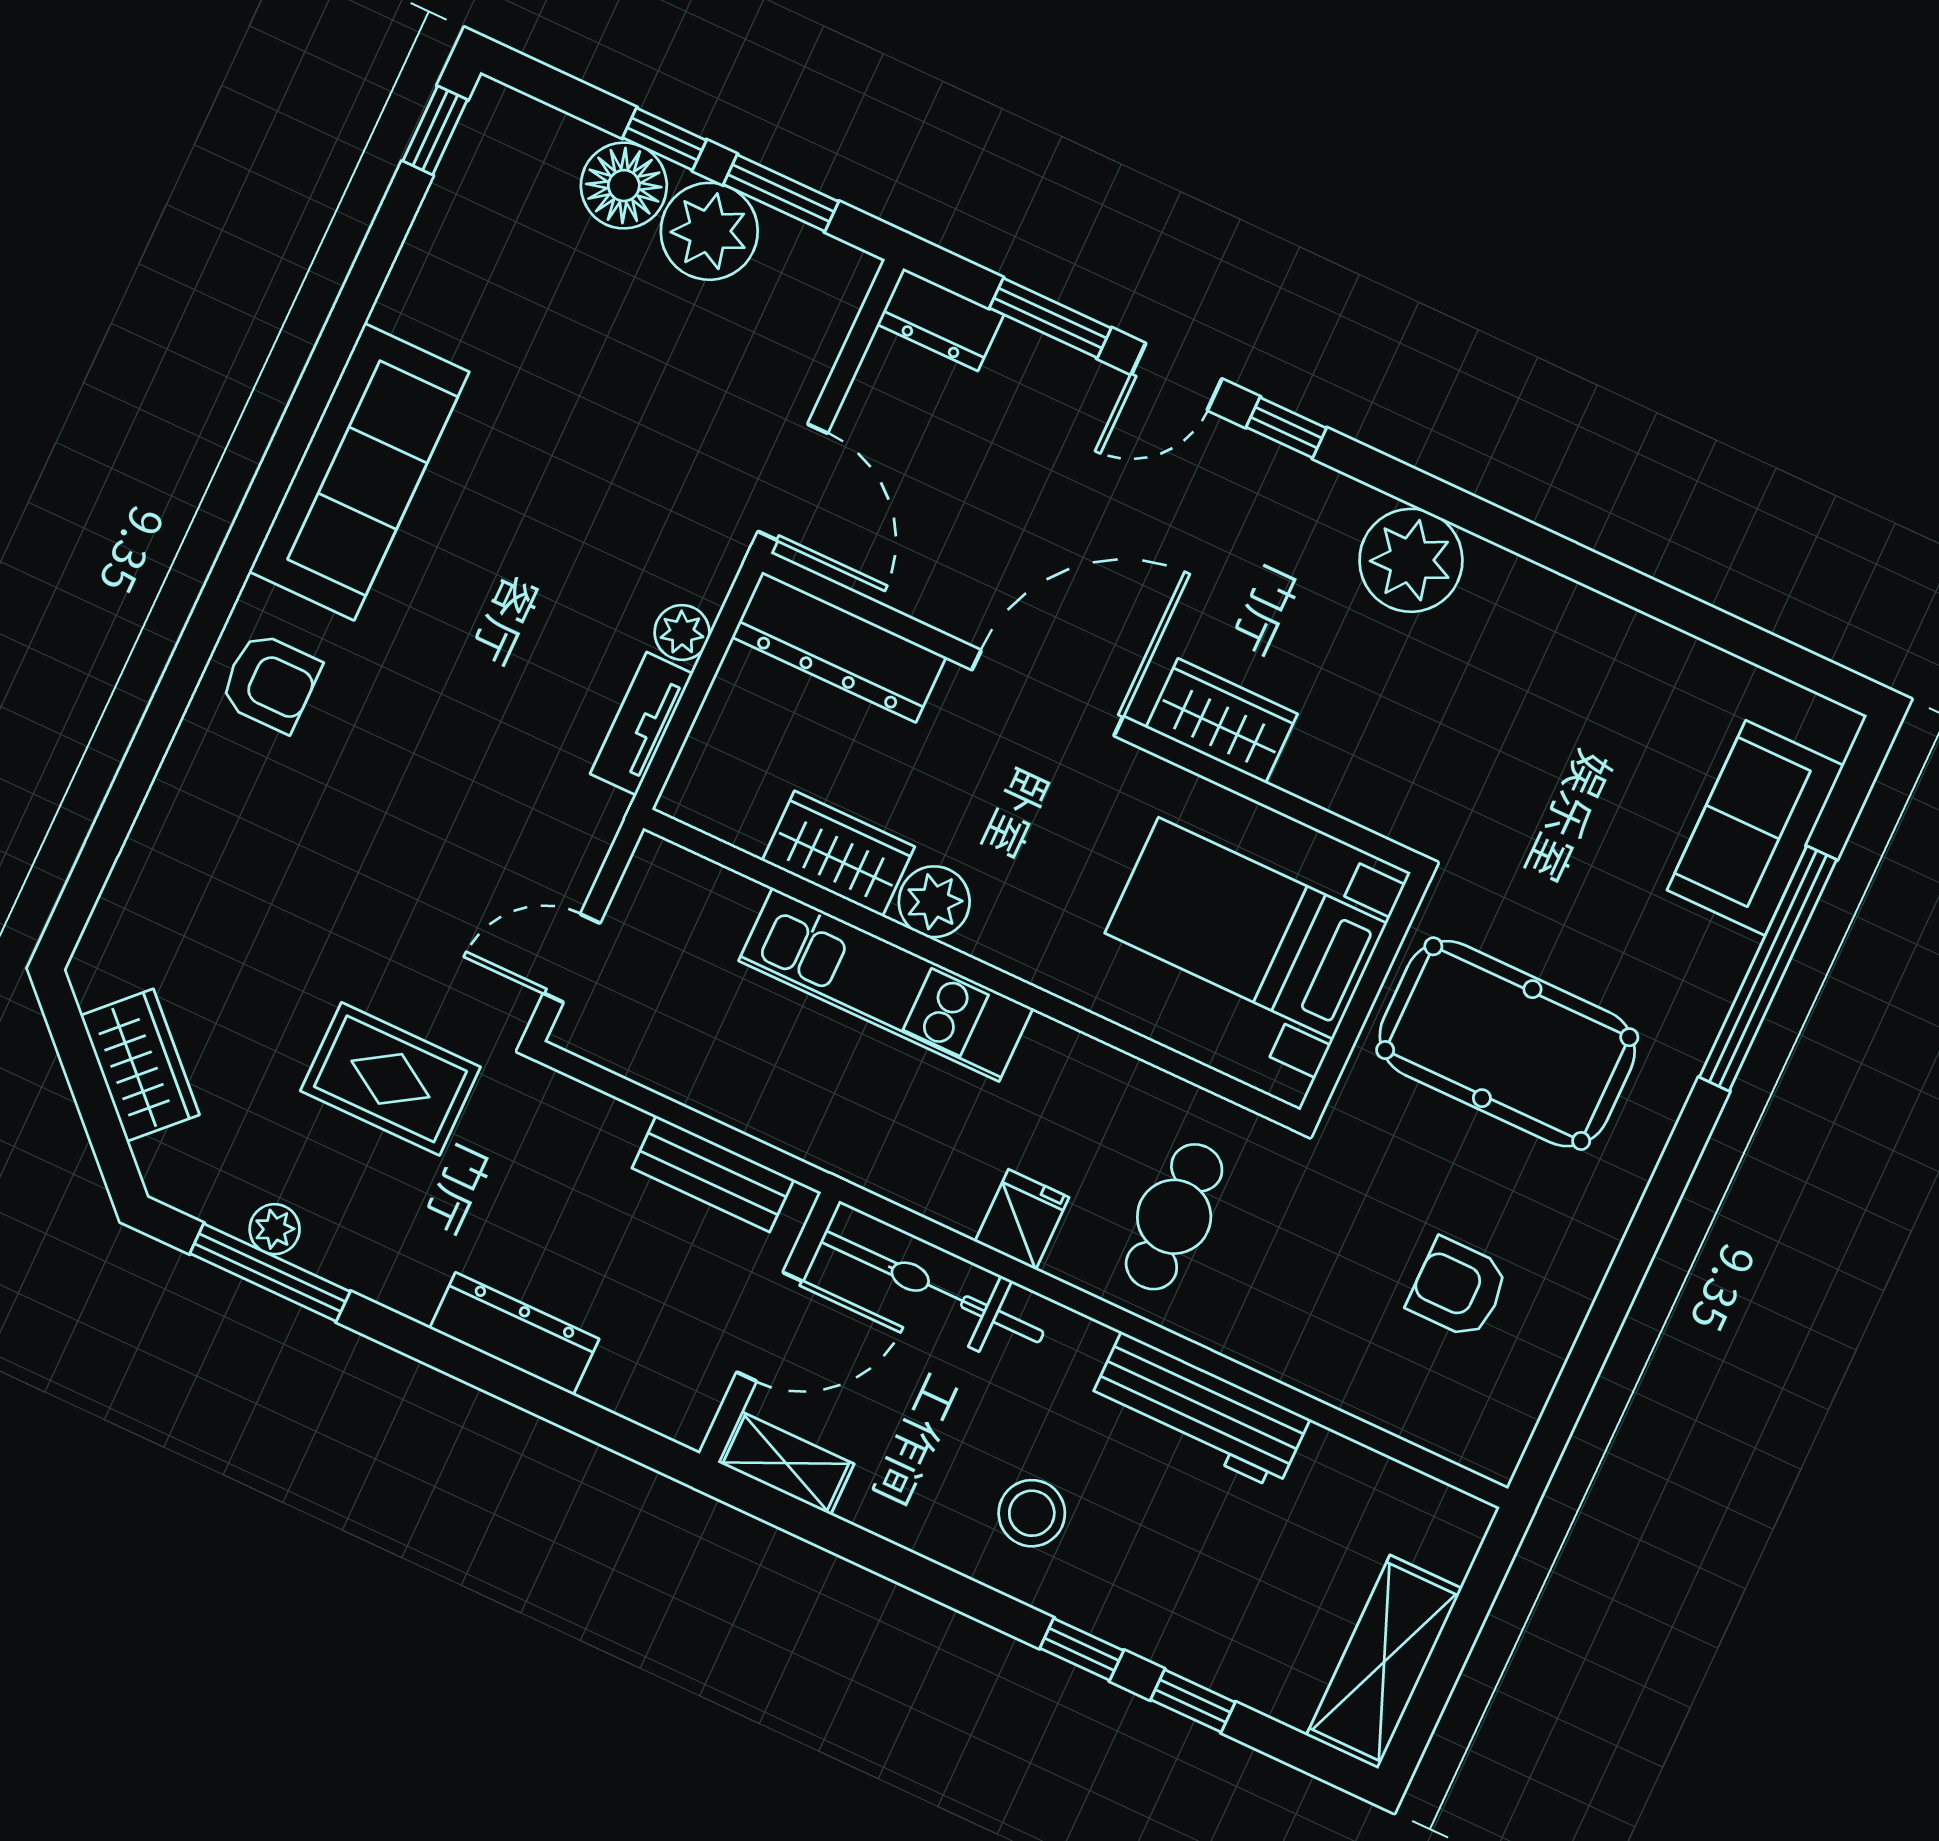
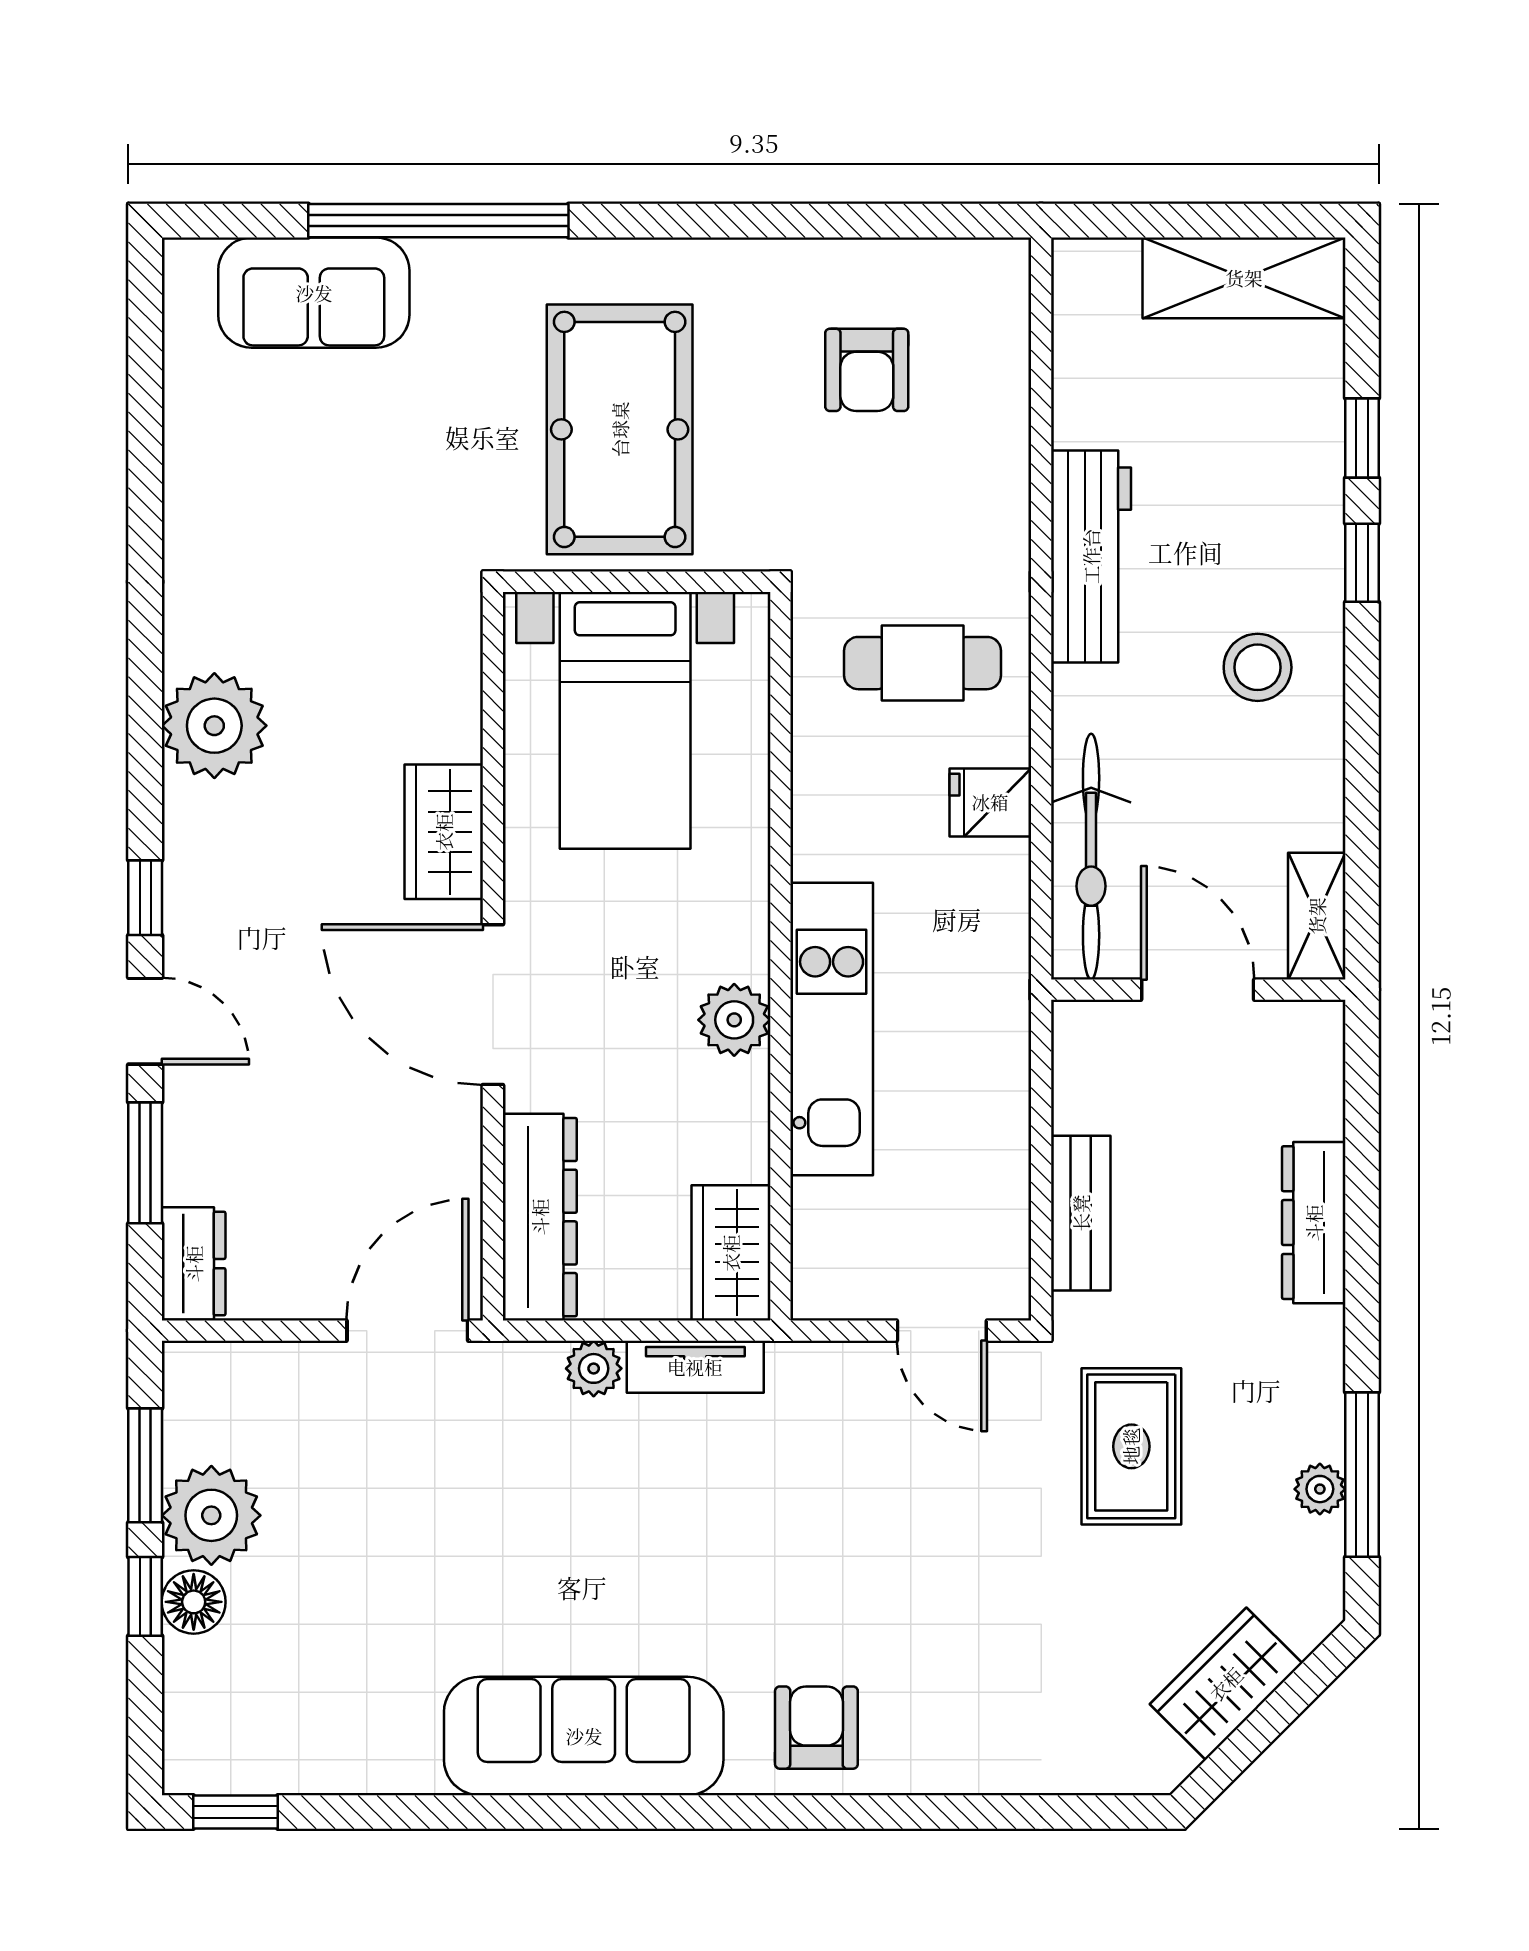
floor lamp: (624, 186) -> (194, 1602), width x0.73, depth x0.73
wardrobe: (838, 854) -> (731, 1253), moved
bench: (713, 1174) -> (1081, 1213), moved

